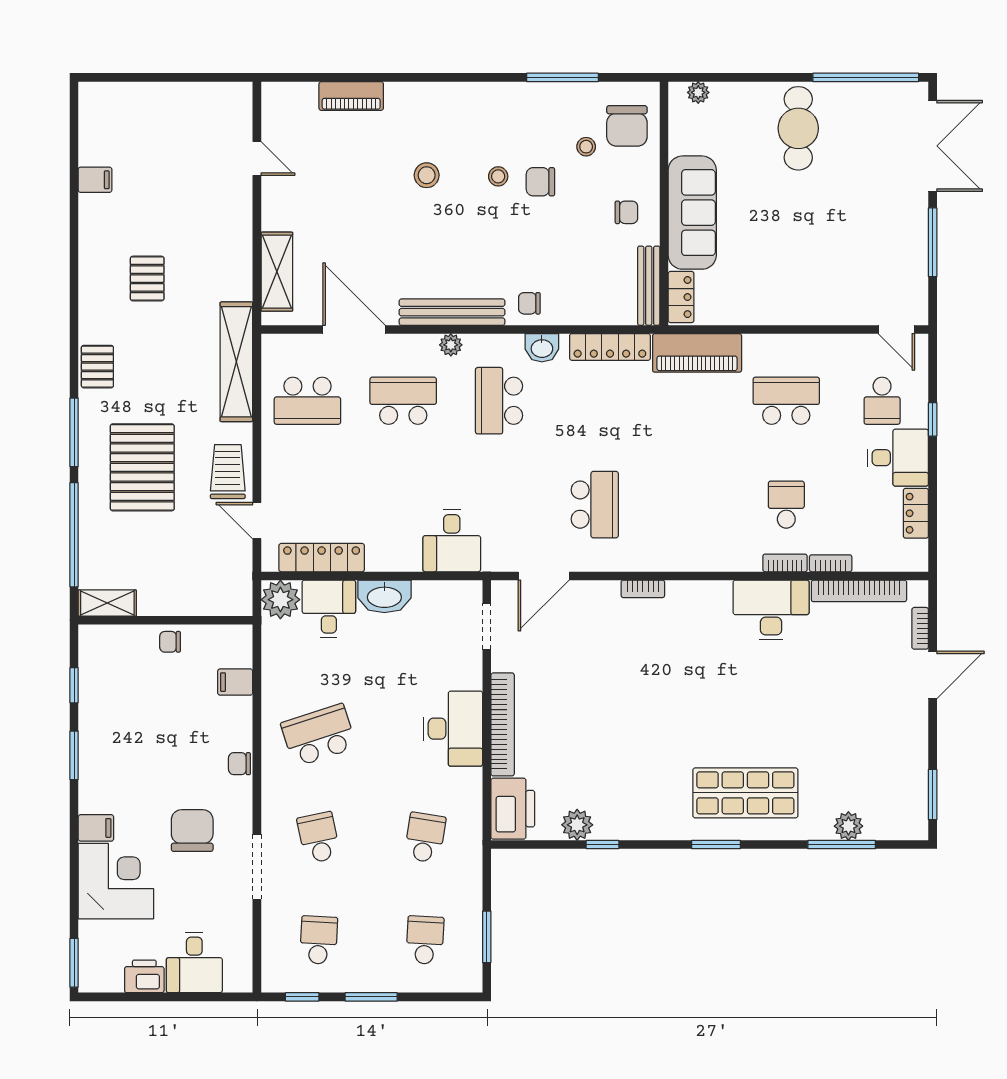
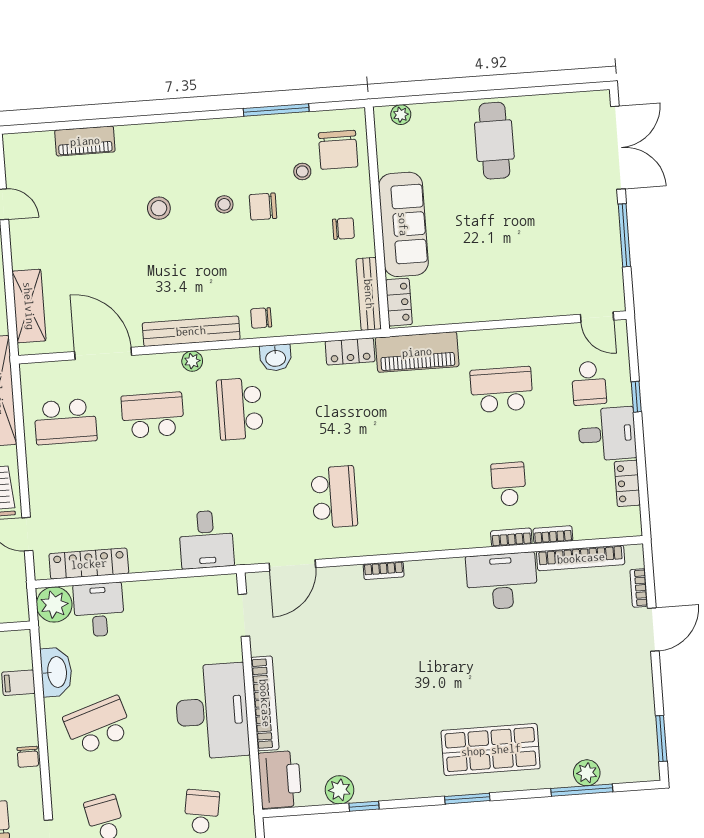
window: (866, 77) -> (552, 90), removed
locker: (610, 347) -> (350, 351), width x0.66
washbasin: (384, 596) -> (56, 672), moved, turned -90
desk: (453, 729) -> (212, 711), width x1.36, depth x1.30
chair: (239, 764) -> (28, 757), turned -90

